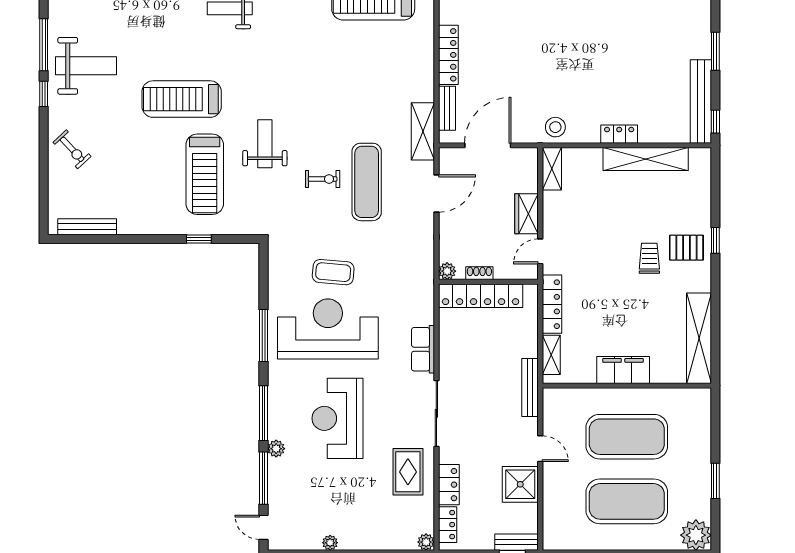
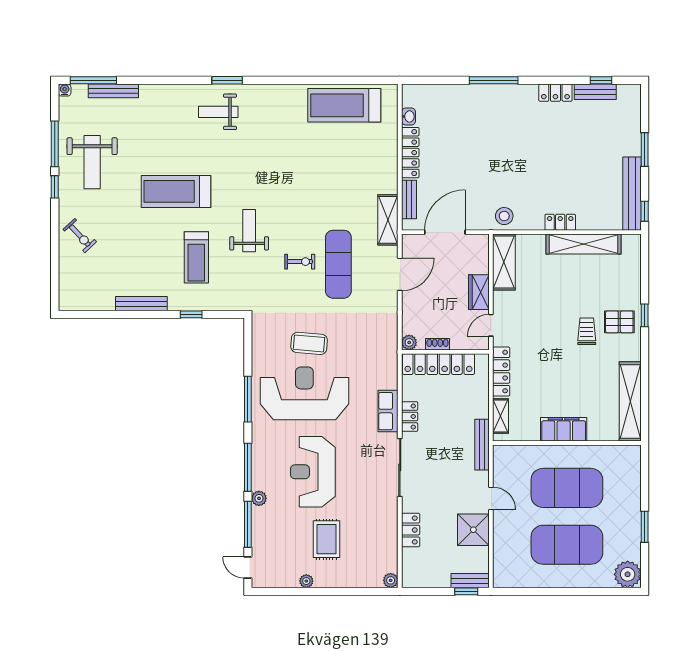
washbasin: (446, 14) -> (408, 116), added
weight bench: (86, 66) -> (92, 162), turned 90
shelving: (552, 169) -> (504, 262), width x1.50, depth x1.33
treadmill: (205, 174) -> (196, 257), width x0.73, depth x0.73
bench: (87, 227) -> (141, 304), moved
rug: (408, 472) -> (326, 539), moved
locker: (448, 525) -> (410, 417), moved

